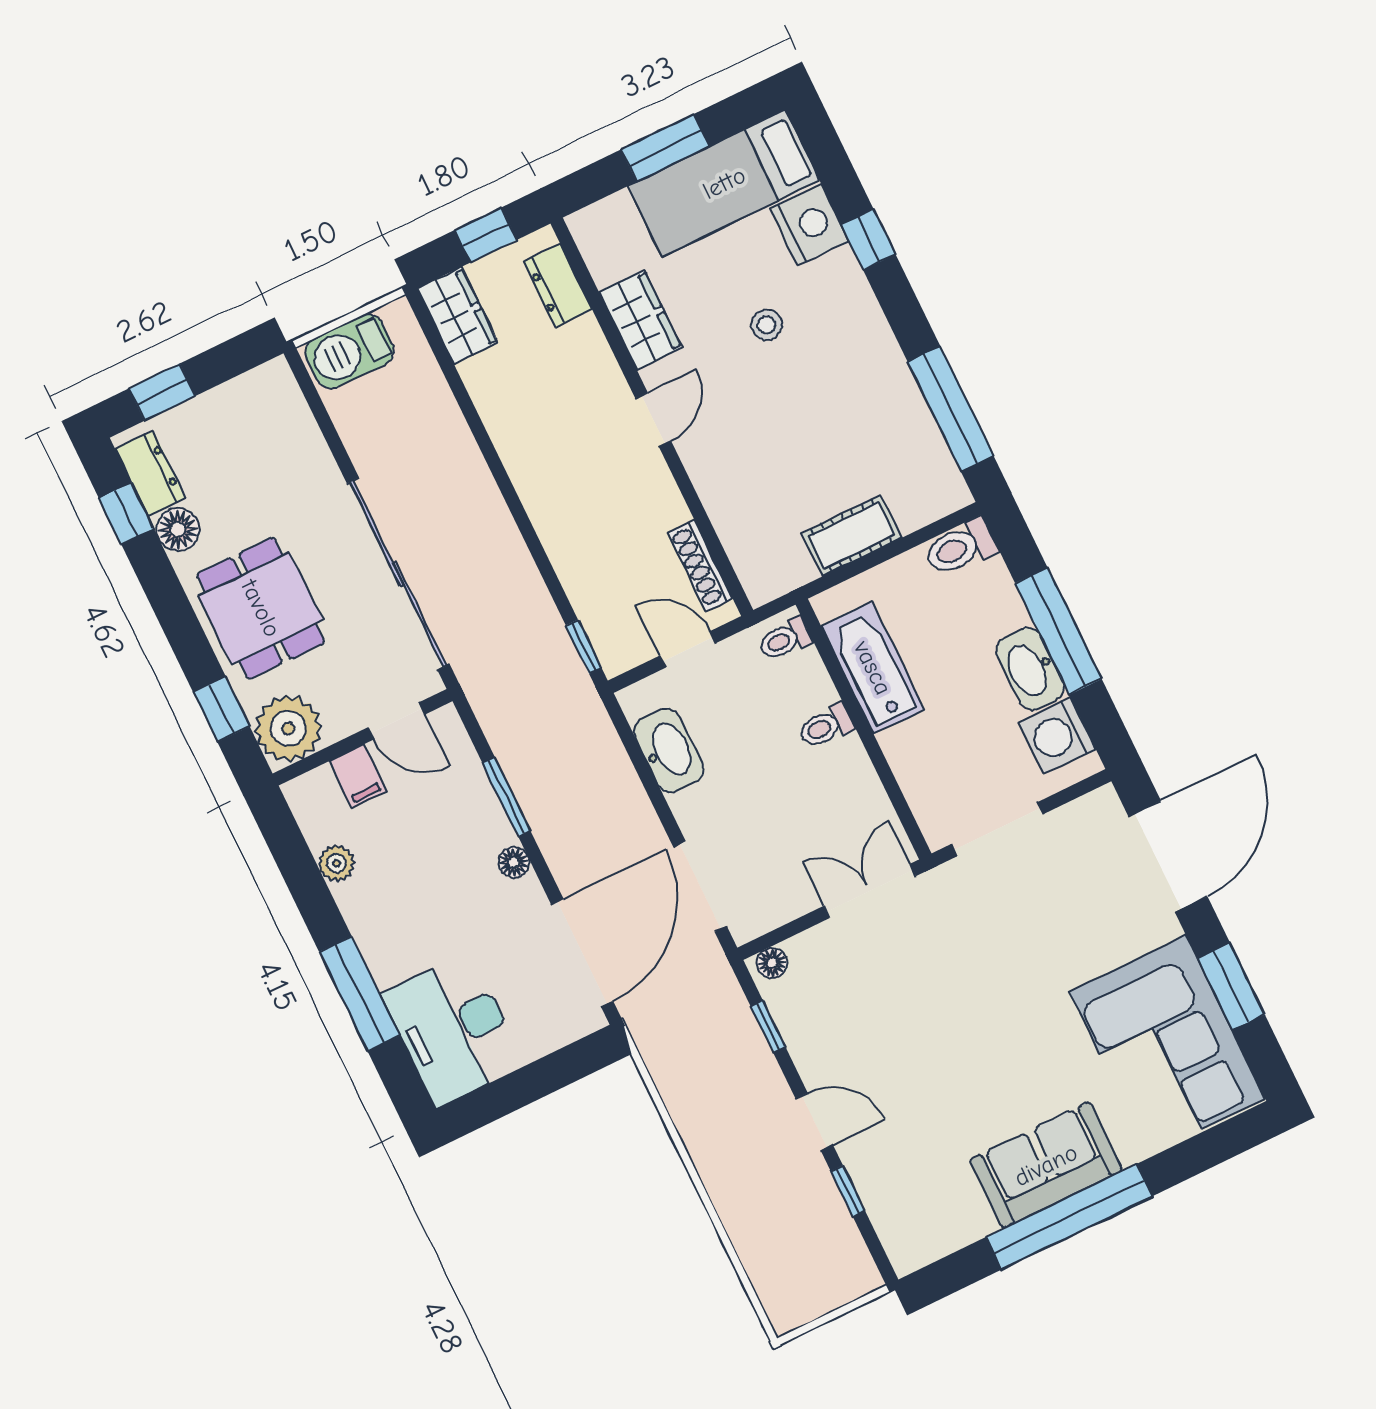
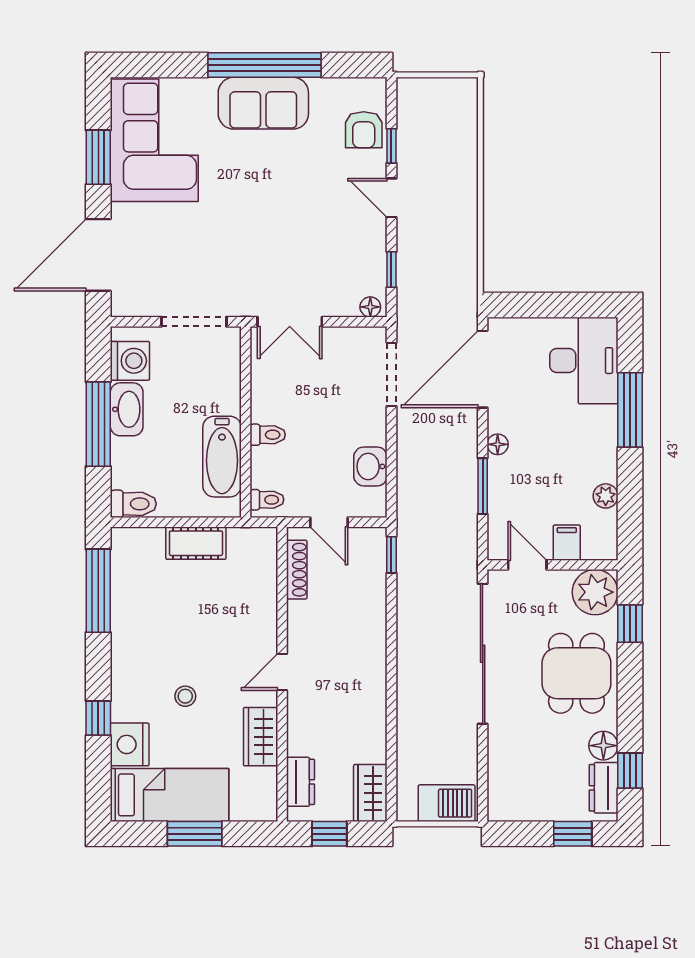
washbasin: (669, 751) -> (370, 466), width x0.72
armchair: (895, 1195) -> (364, 130), added

